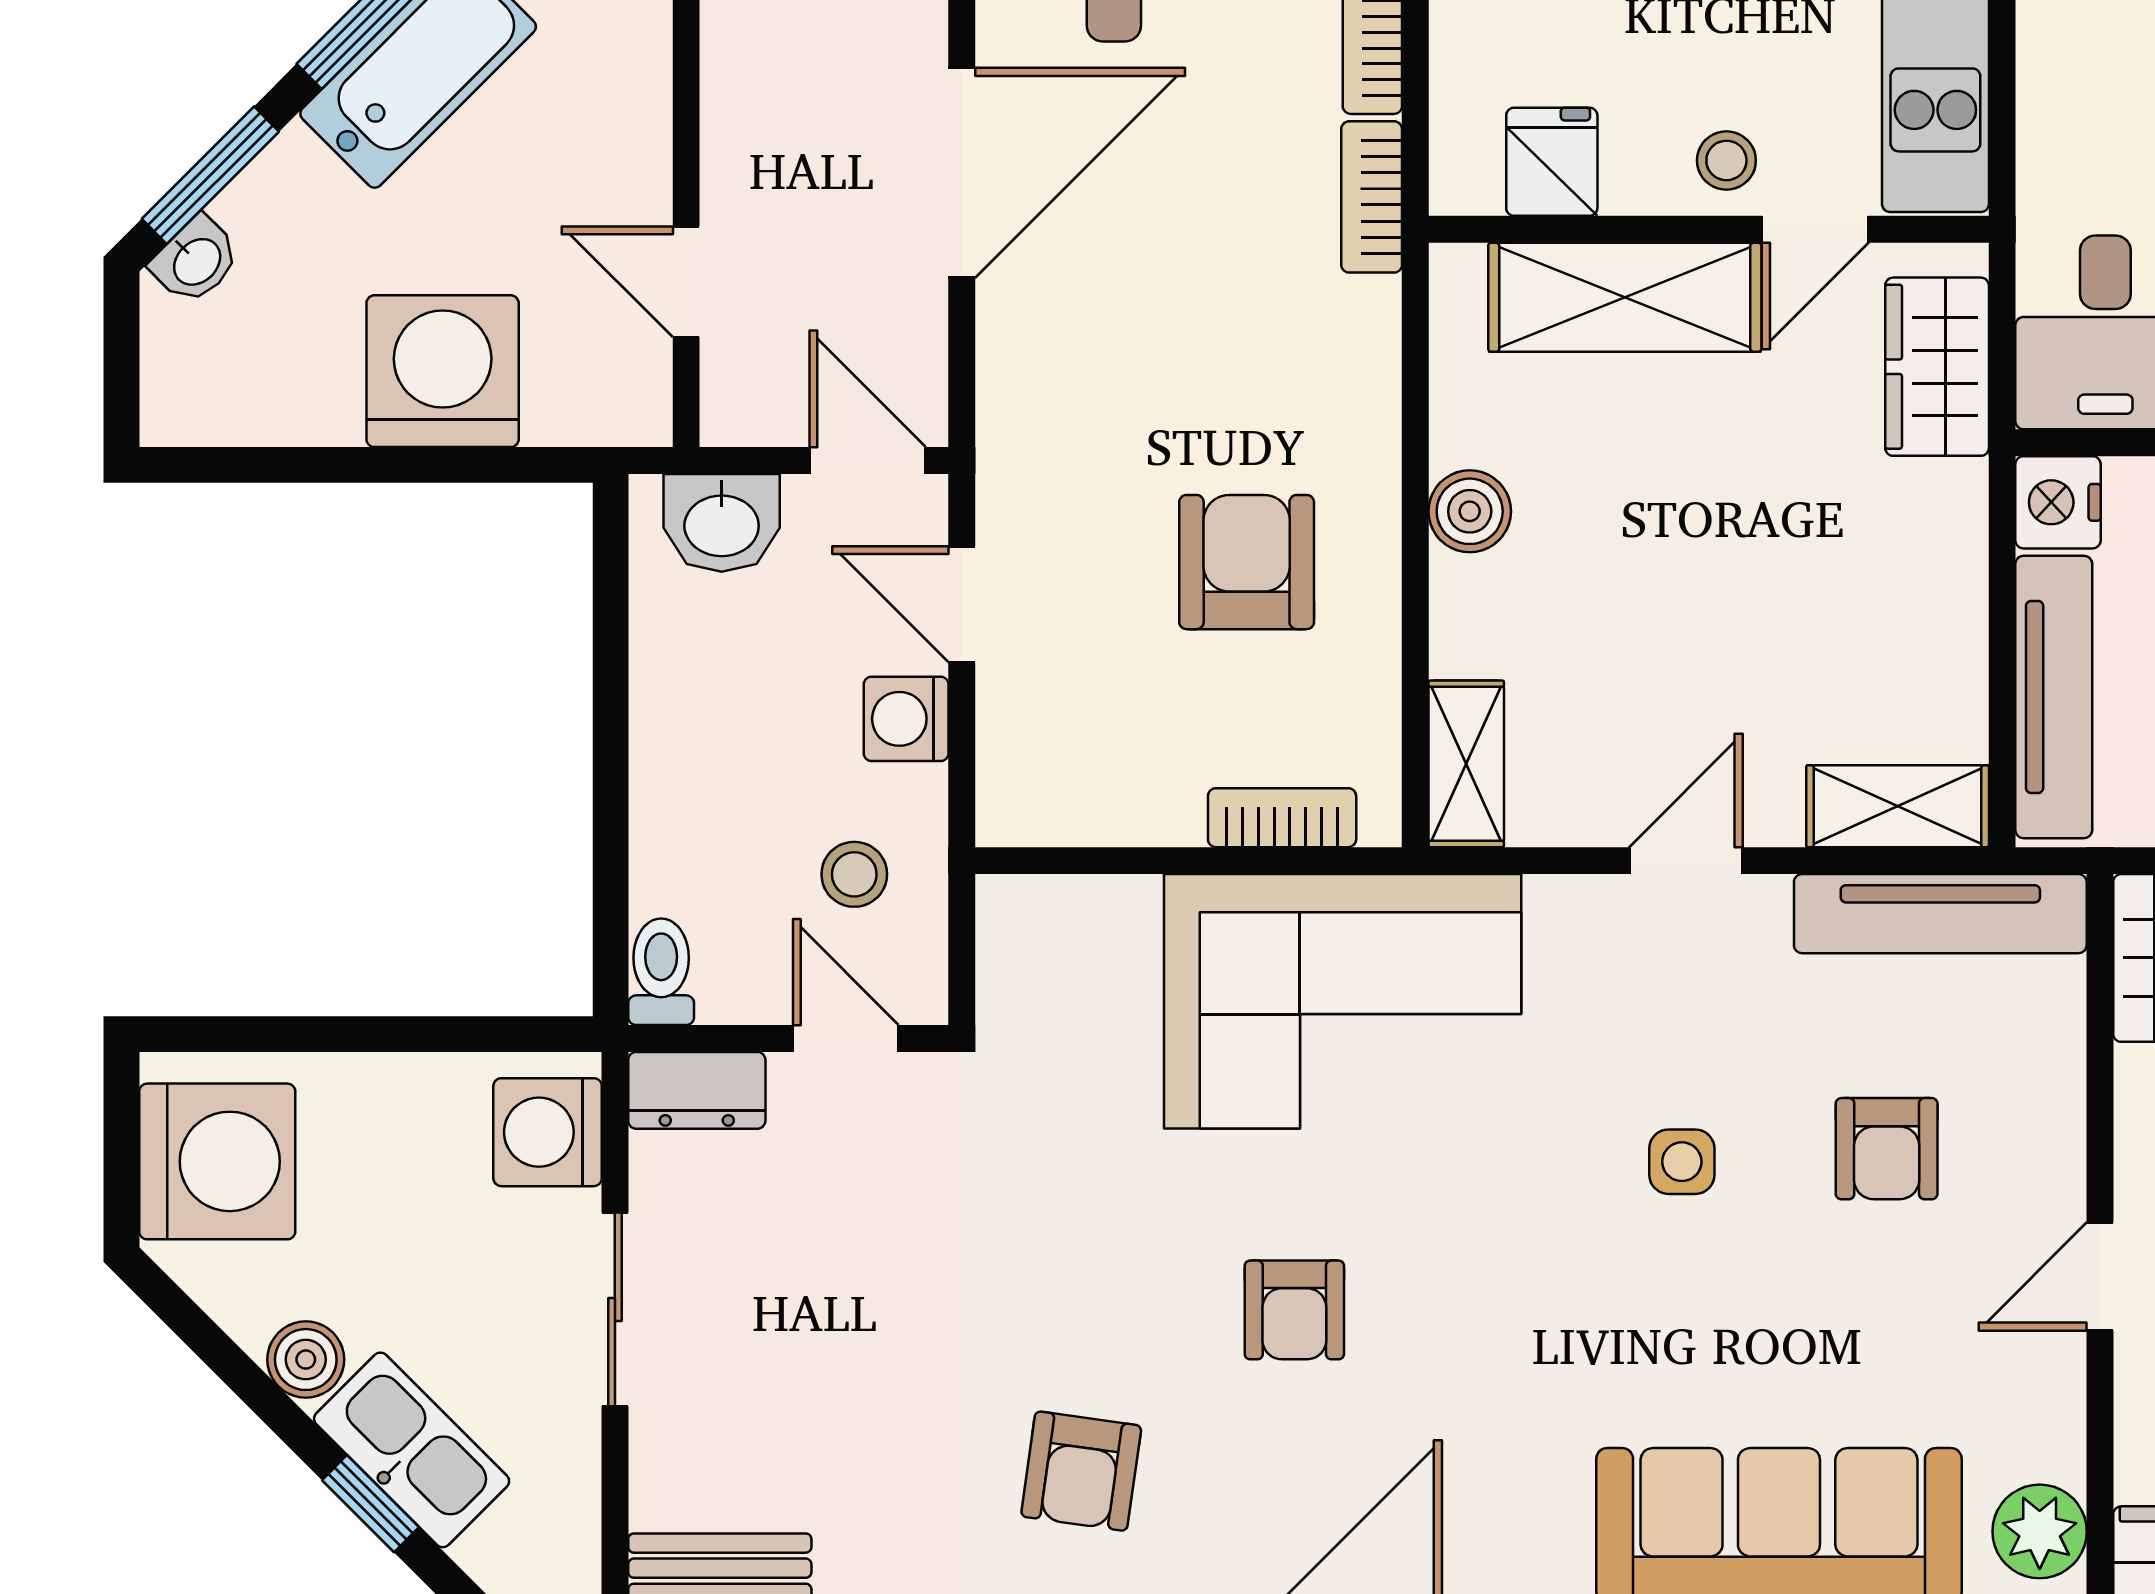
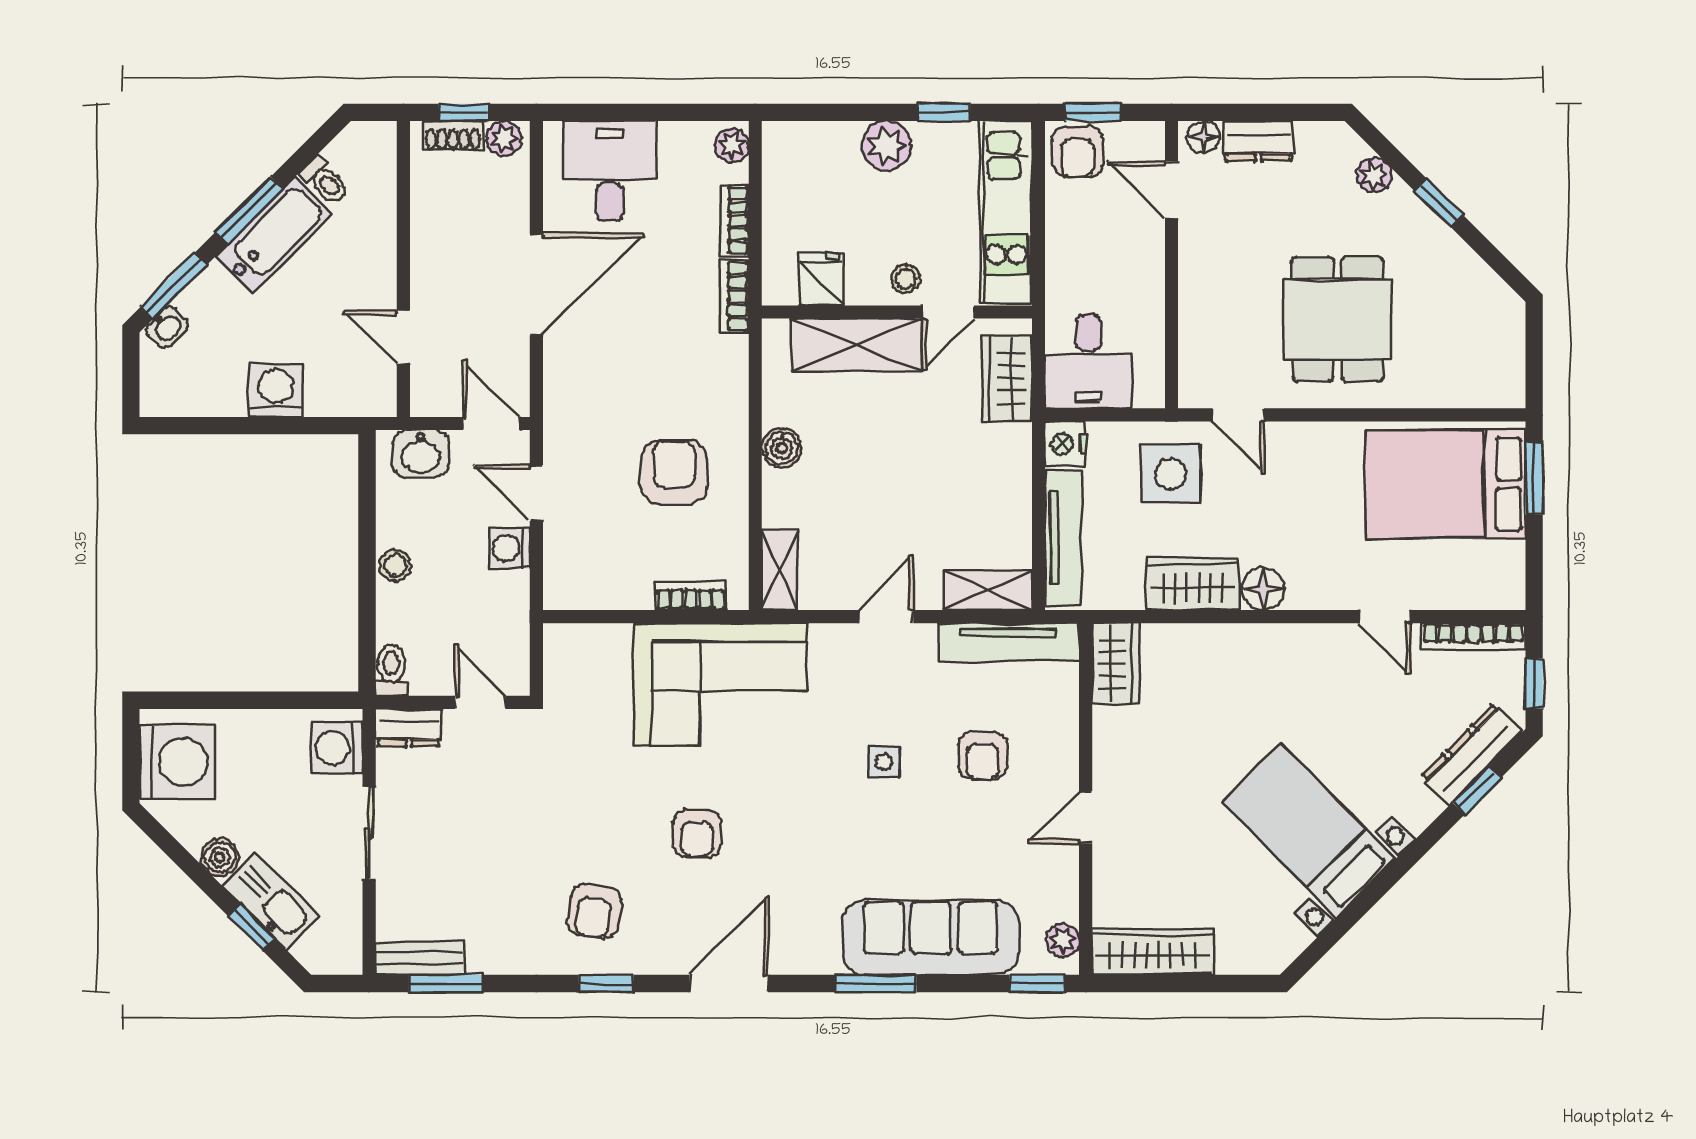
washing machine: (443, 371) -> (276, 390), width x0.73, depth x0.73
stool: (854, 874) -> (395, 565), moved
plant: (2040, 1531) -> (1063, 940), width x0.73, depth x0.73

